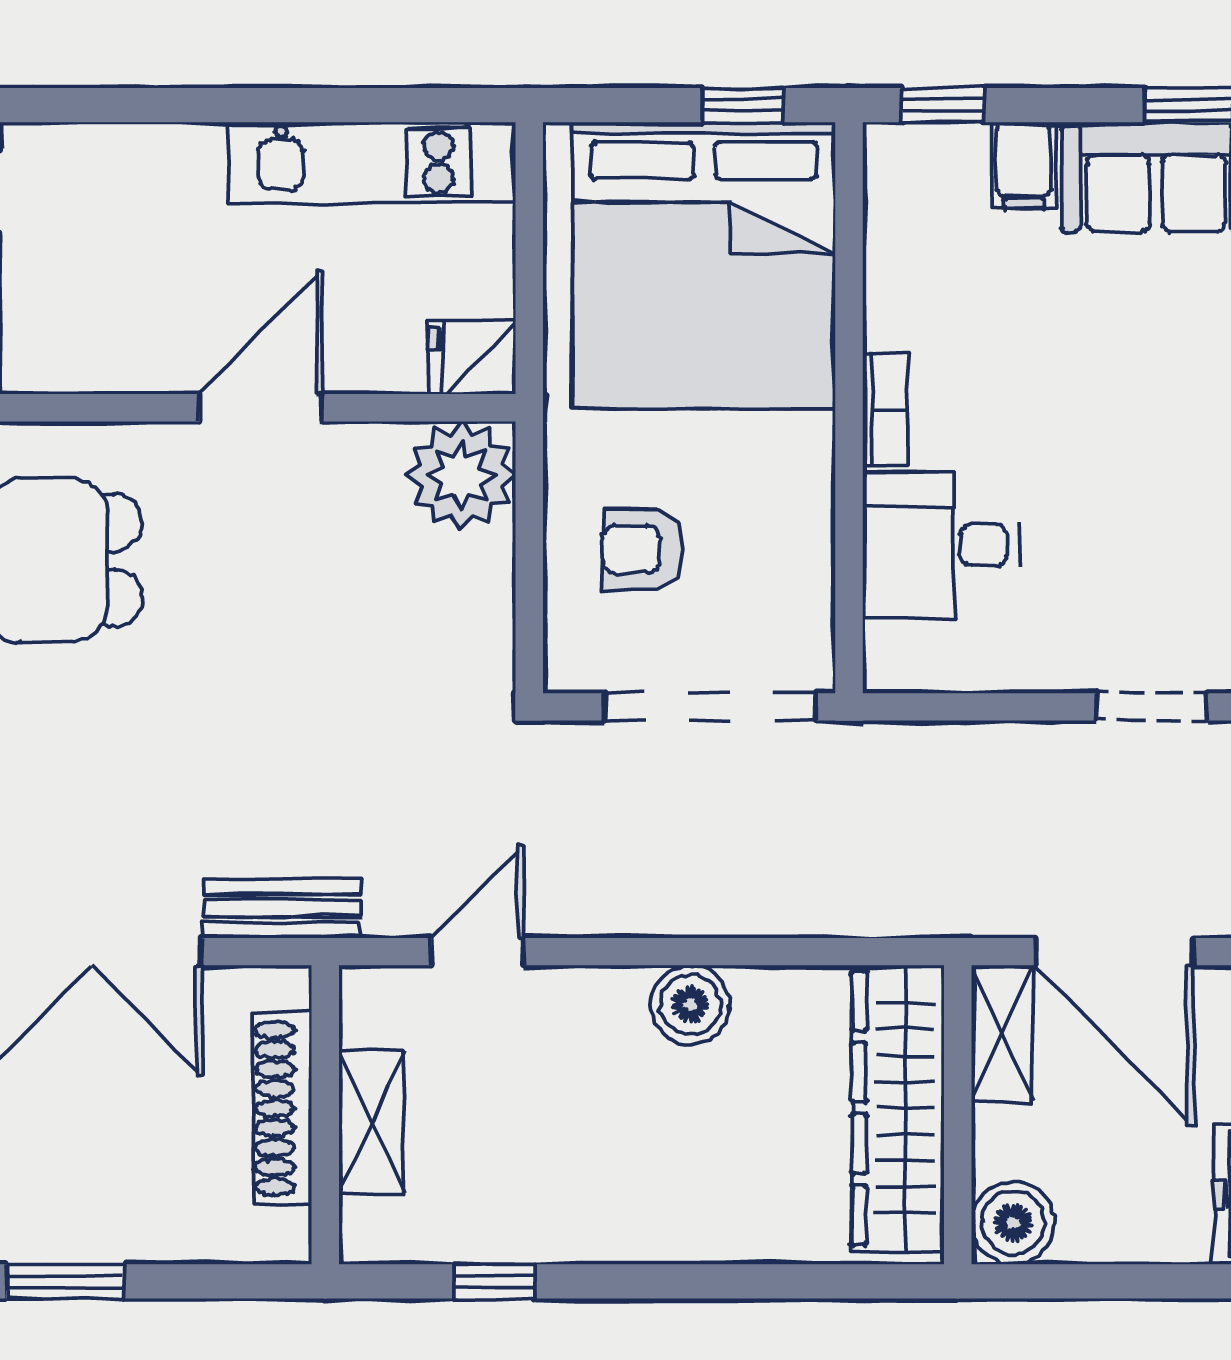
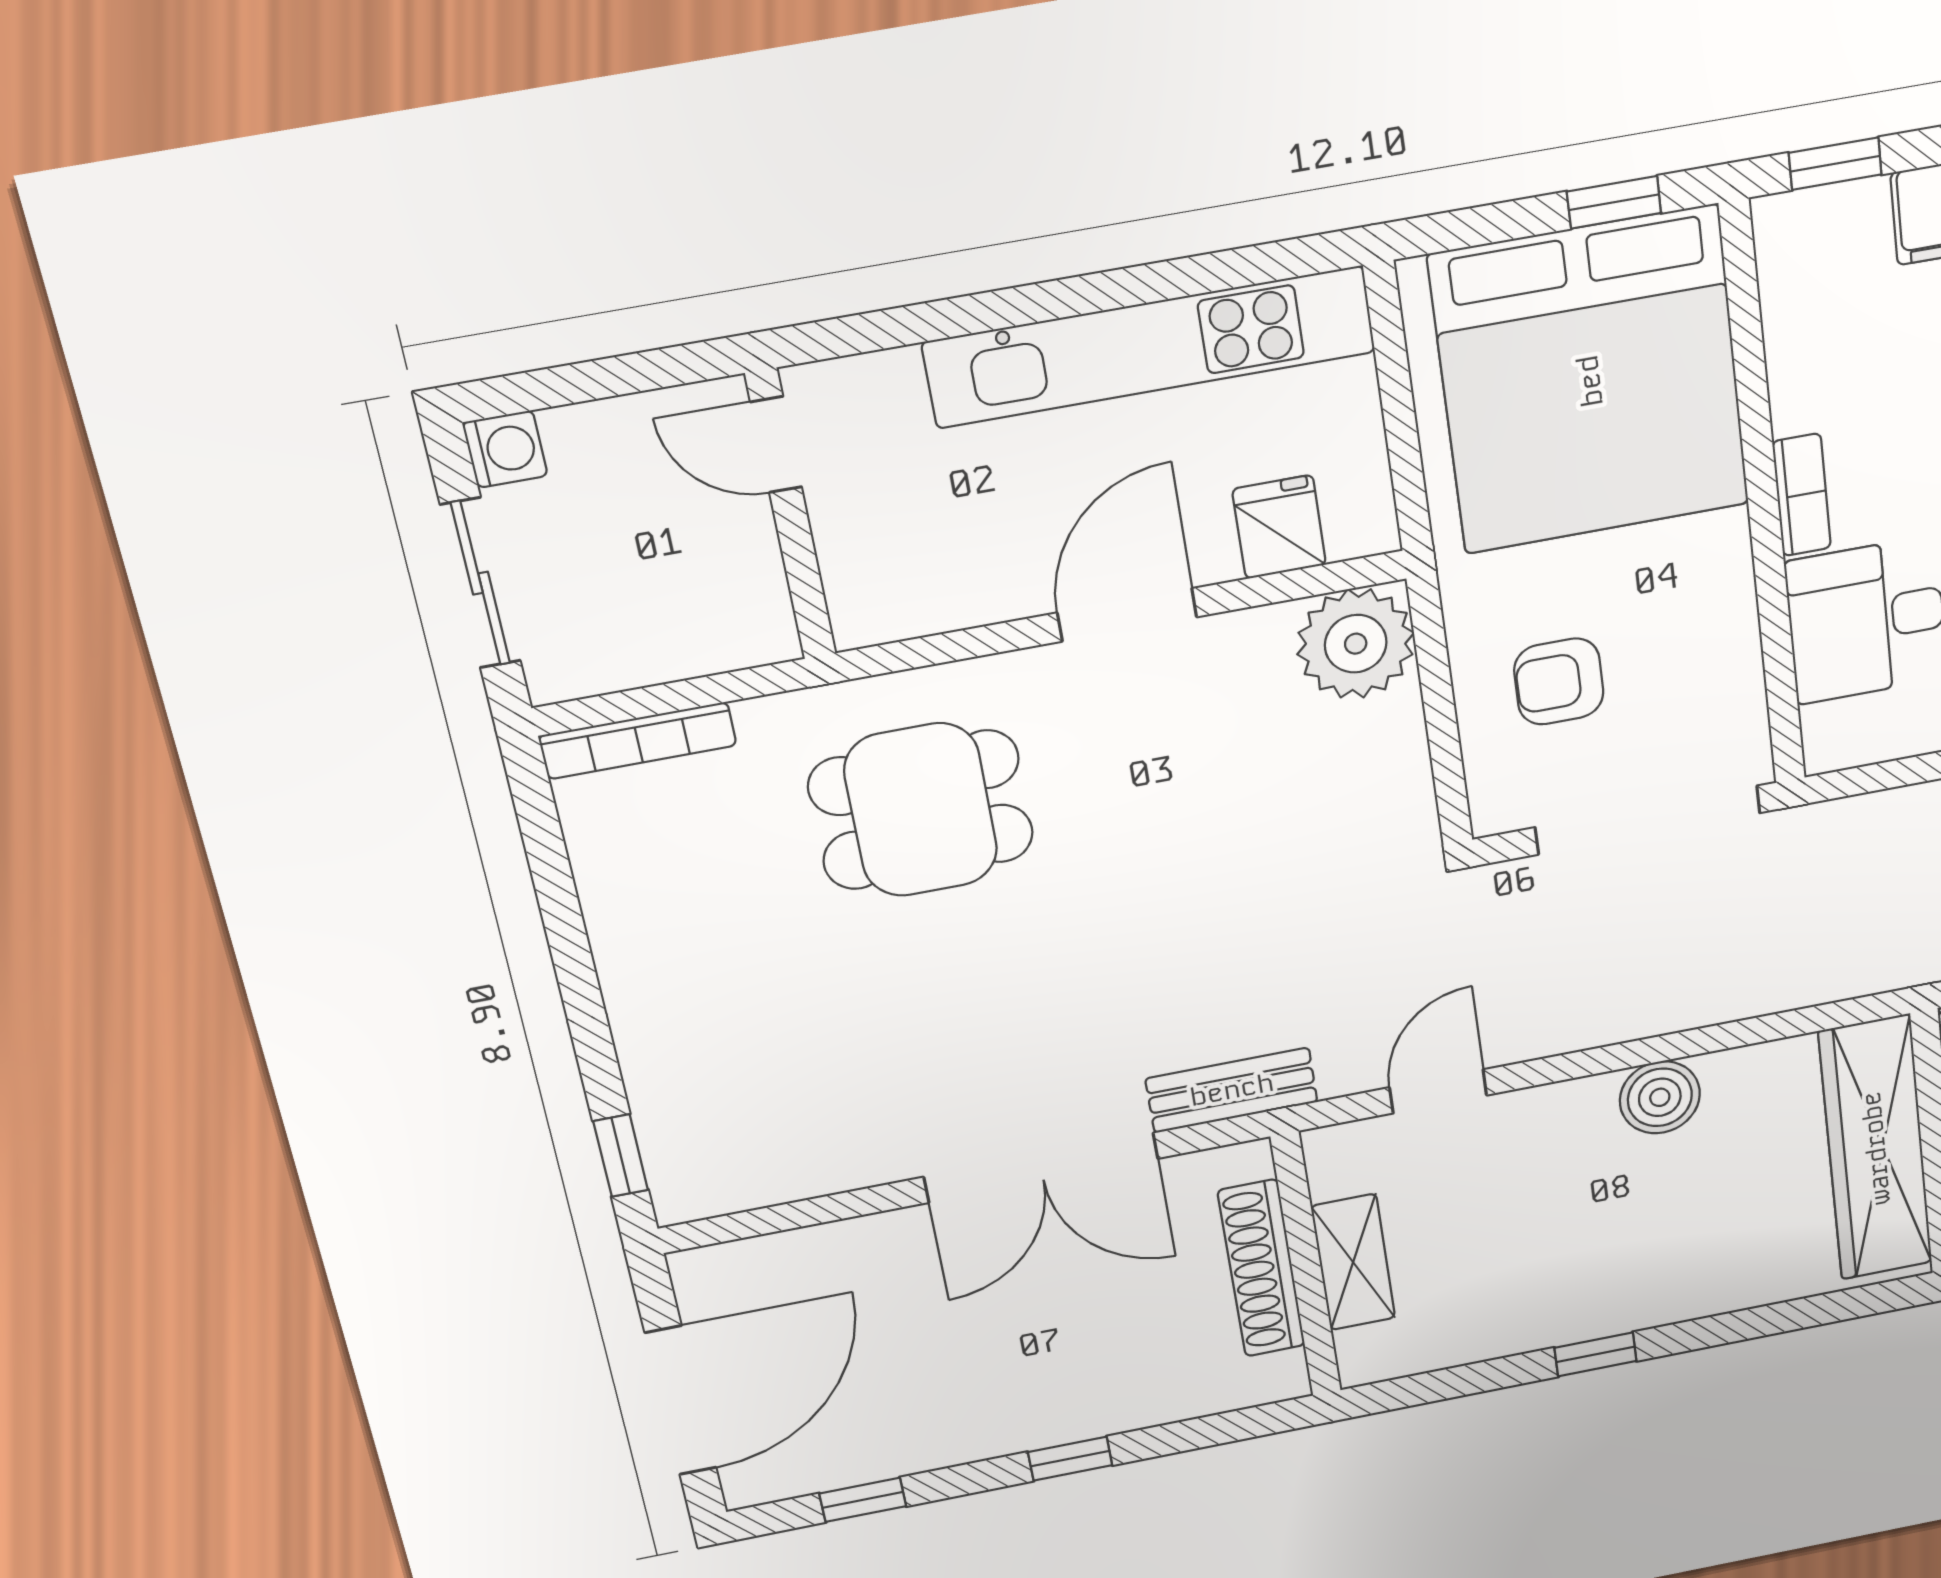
kitchen unit: (372, 162) -> (1150, 347), width x1.36
fridge: (472, 357) -> (1279, 527), moved, turned 90
window: (65, 1281) -> (1070, 1459), width x0.67
window: (495, 1281) -> (1595, 1354), moved

